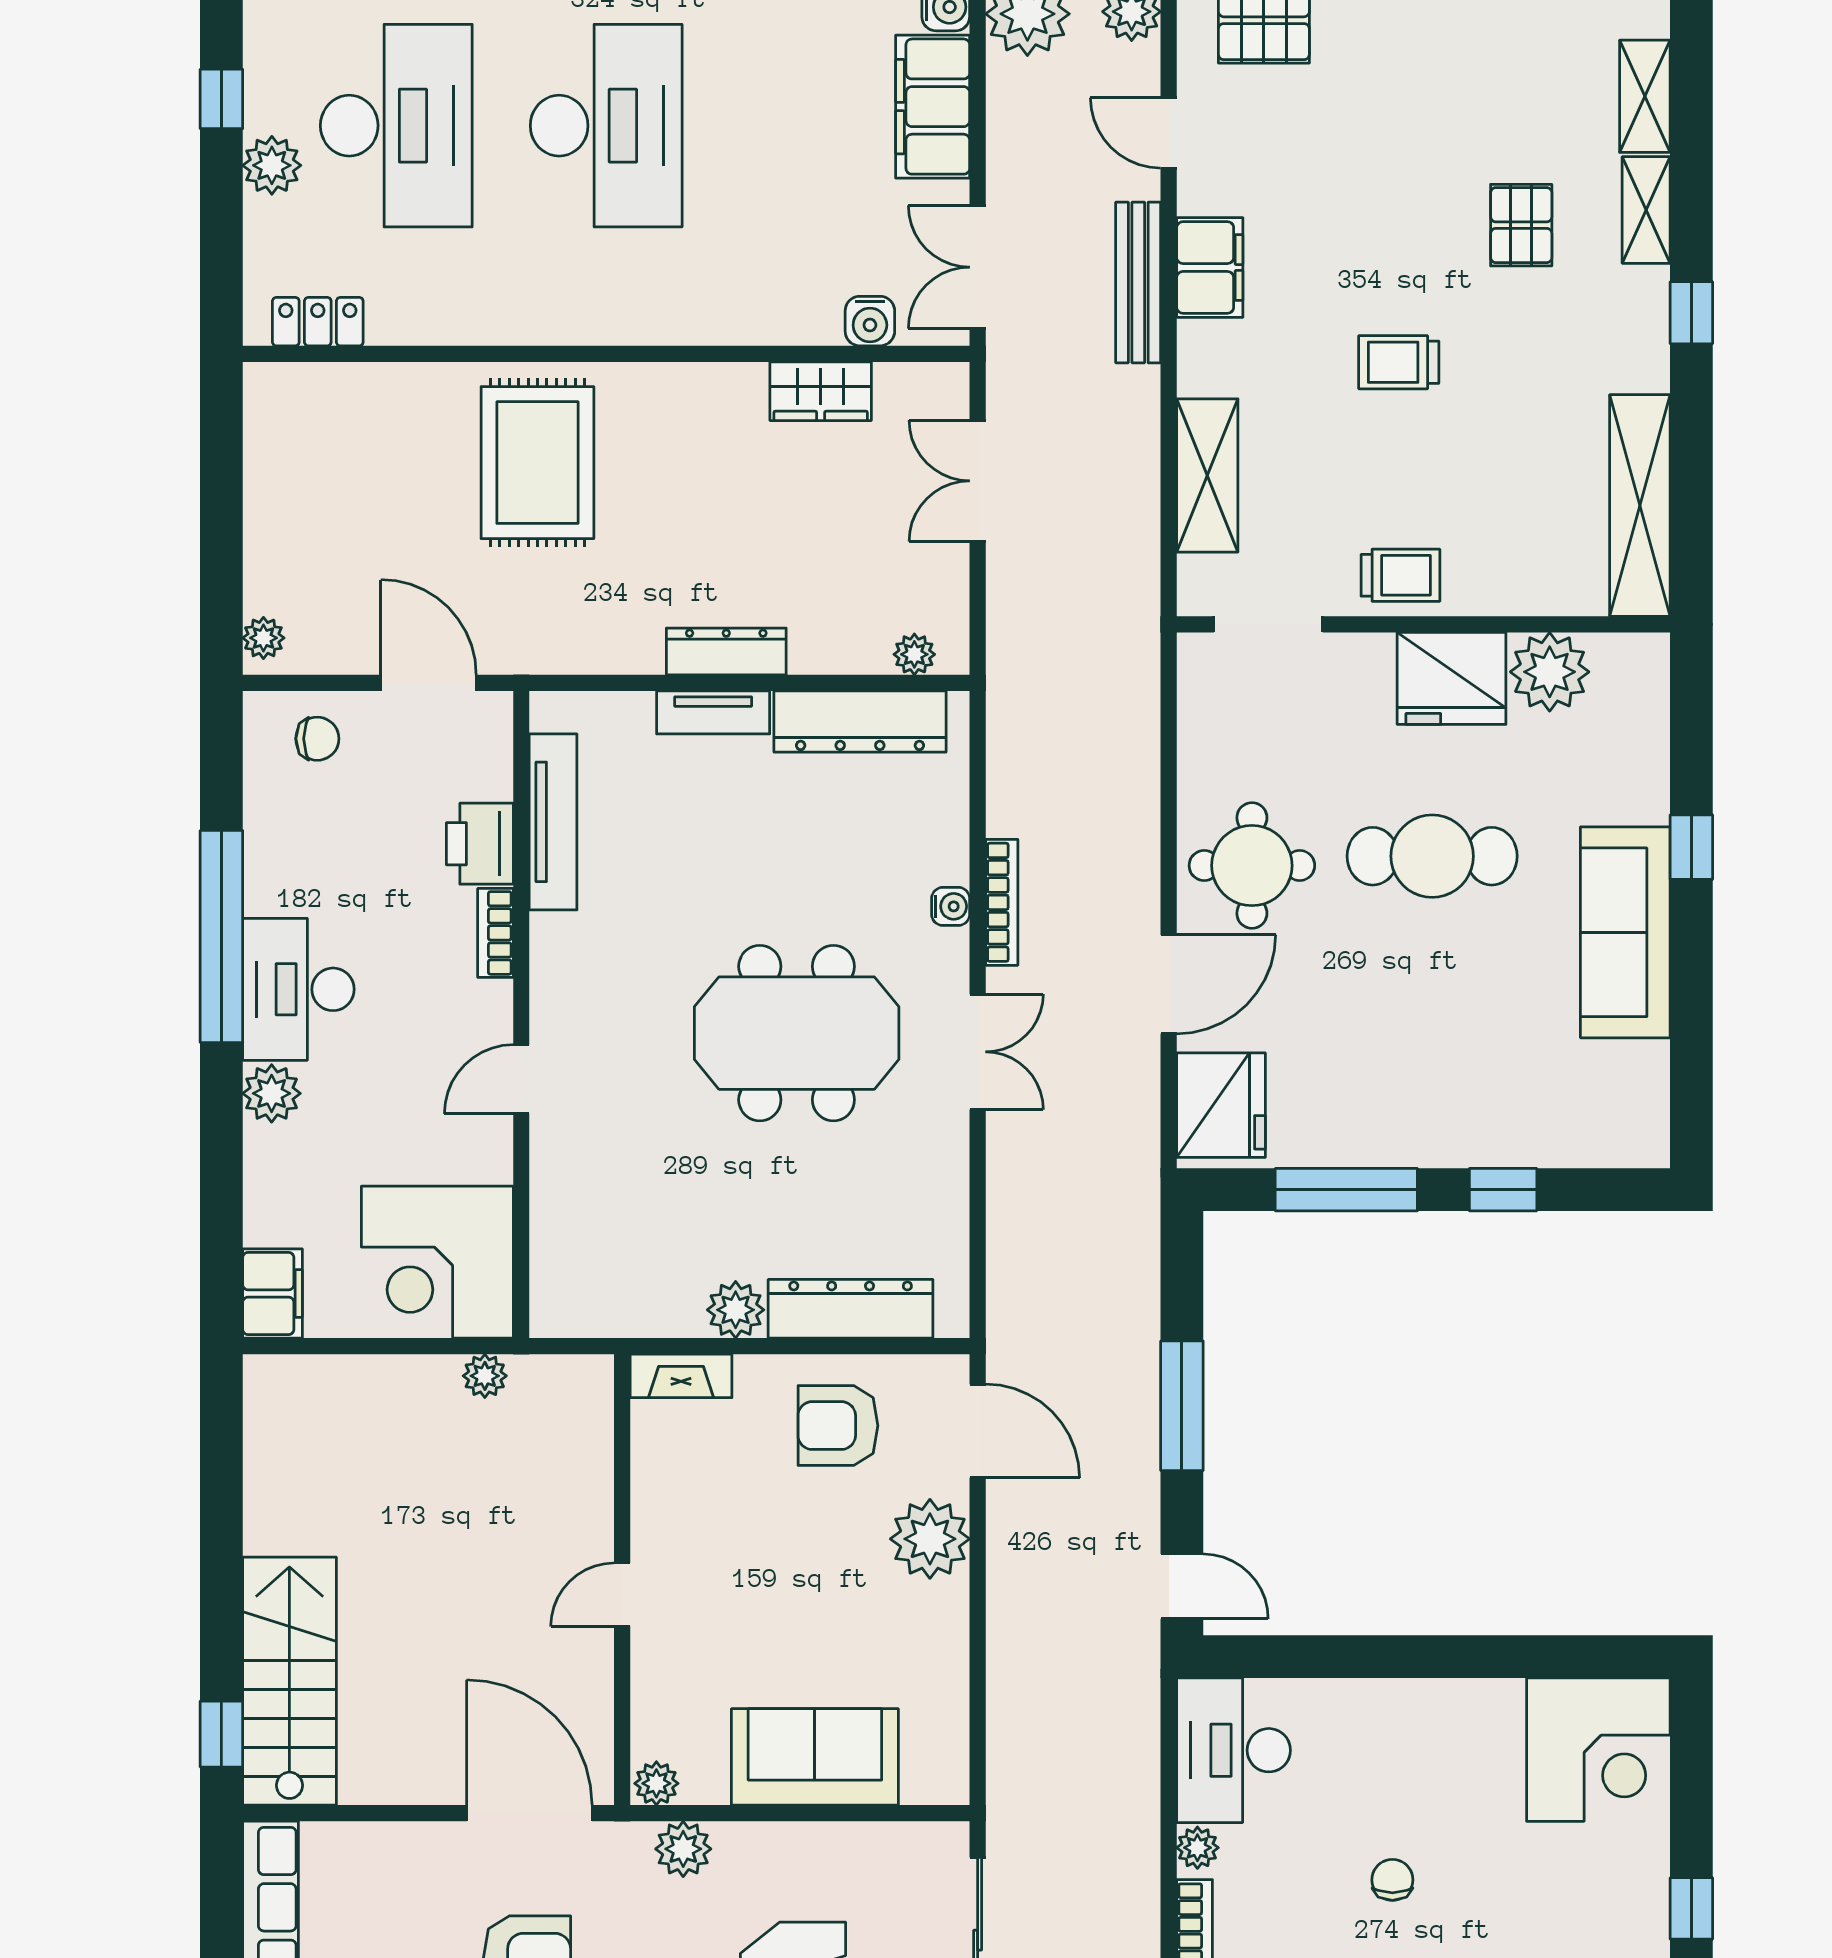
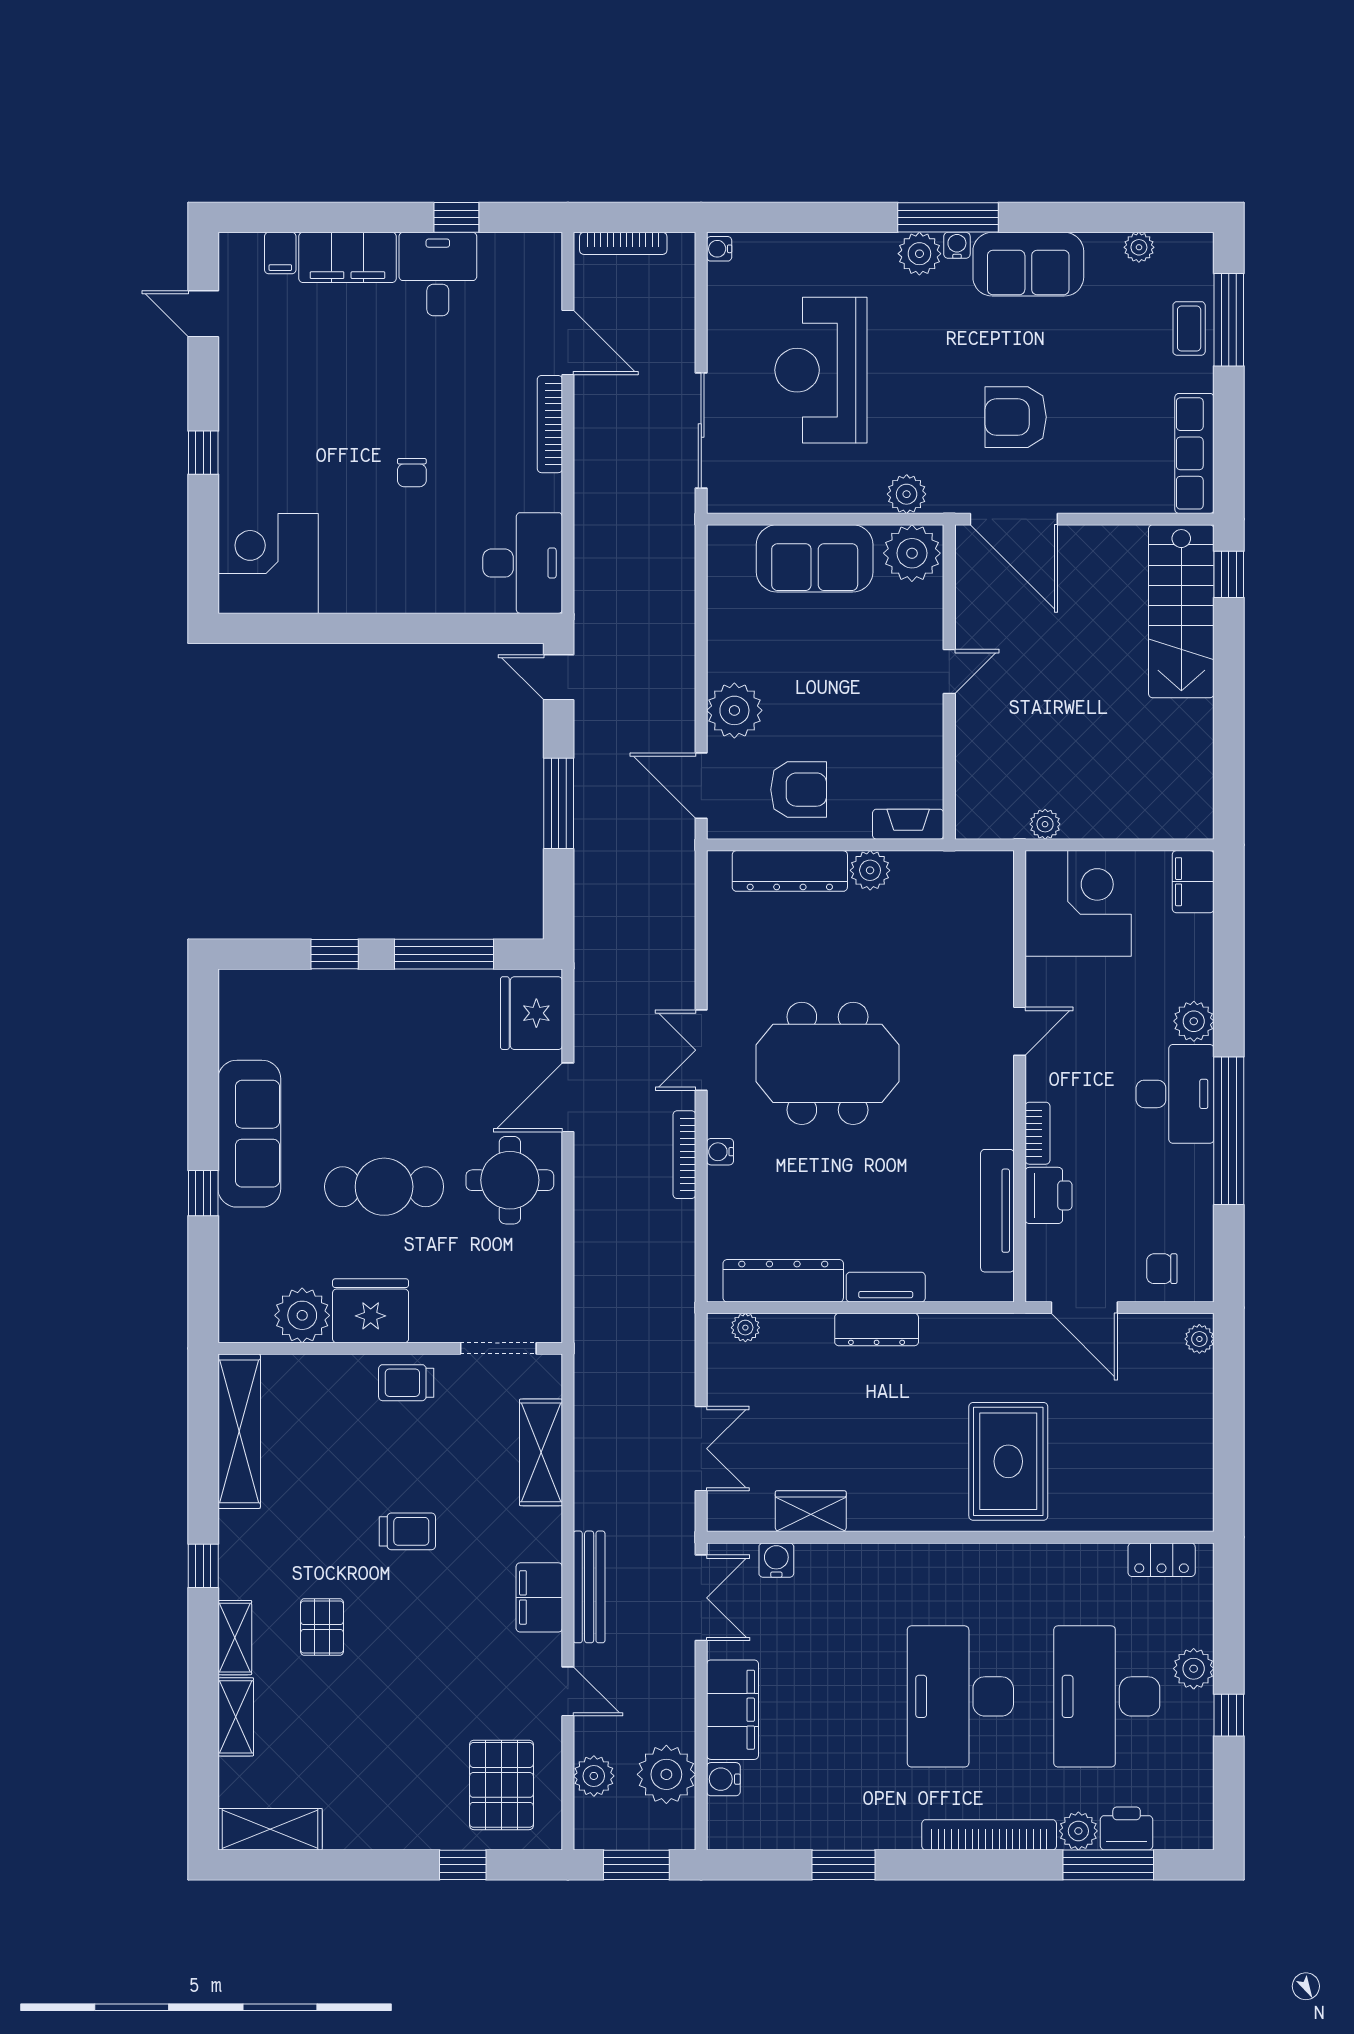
plant: (656, 1783) -> (912, 553), width x1.88, depth x1.88
plant: (1197, 1848) -> (548, 495), removed

